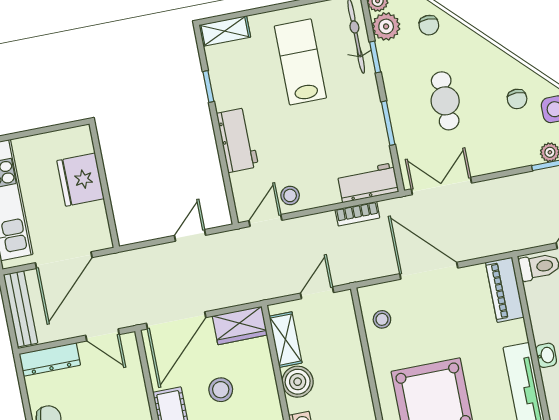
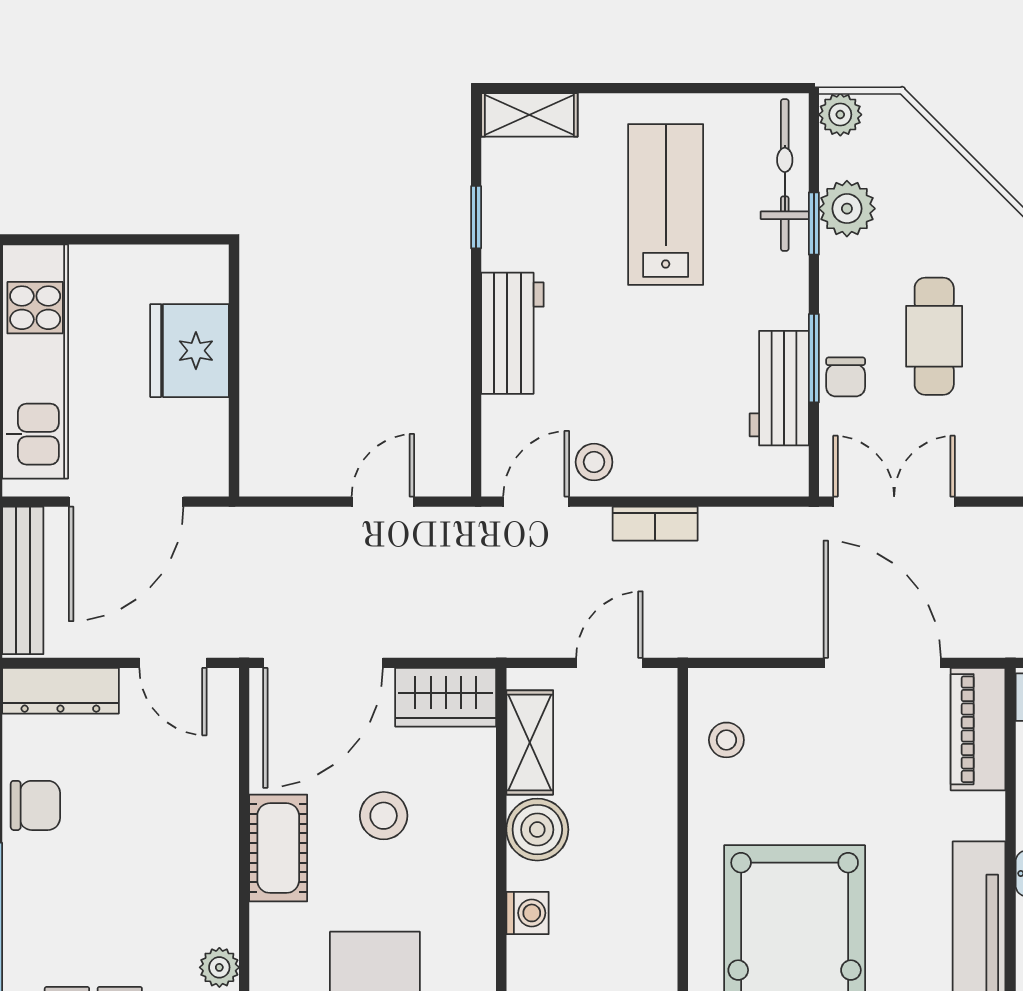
chair: (429, 25) -> (846, 377), moved
plant: (386, 26) -> (847, 209), moved
workbench: (368, 183) -> (779, 388), moved, turned -90
bookcase: (357, 214) -> (655, 524), moved
door: (429, 271) -> (882, 663), moved

